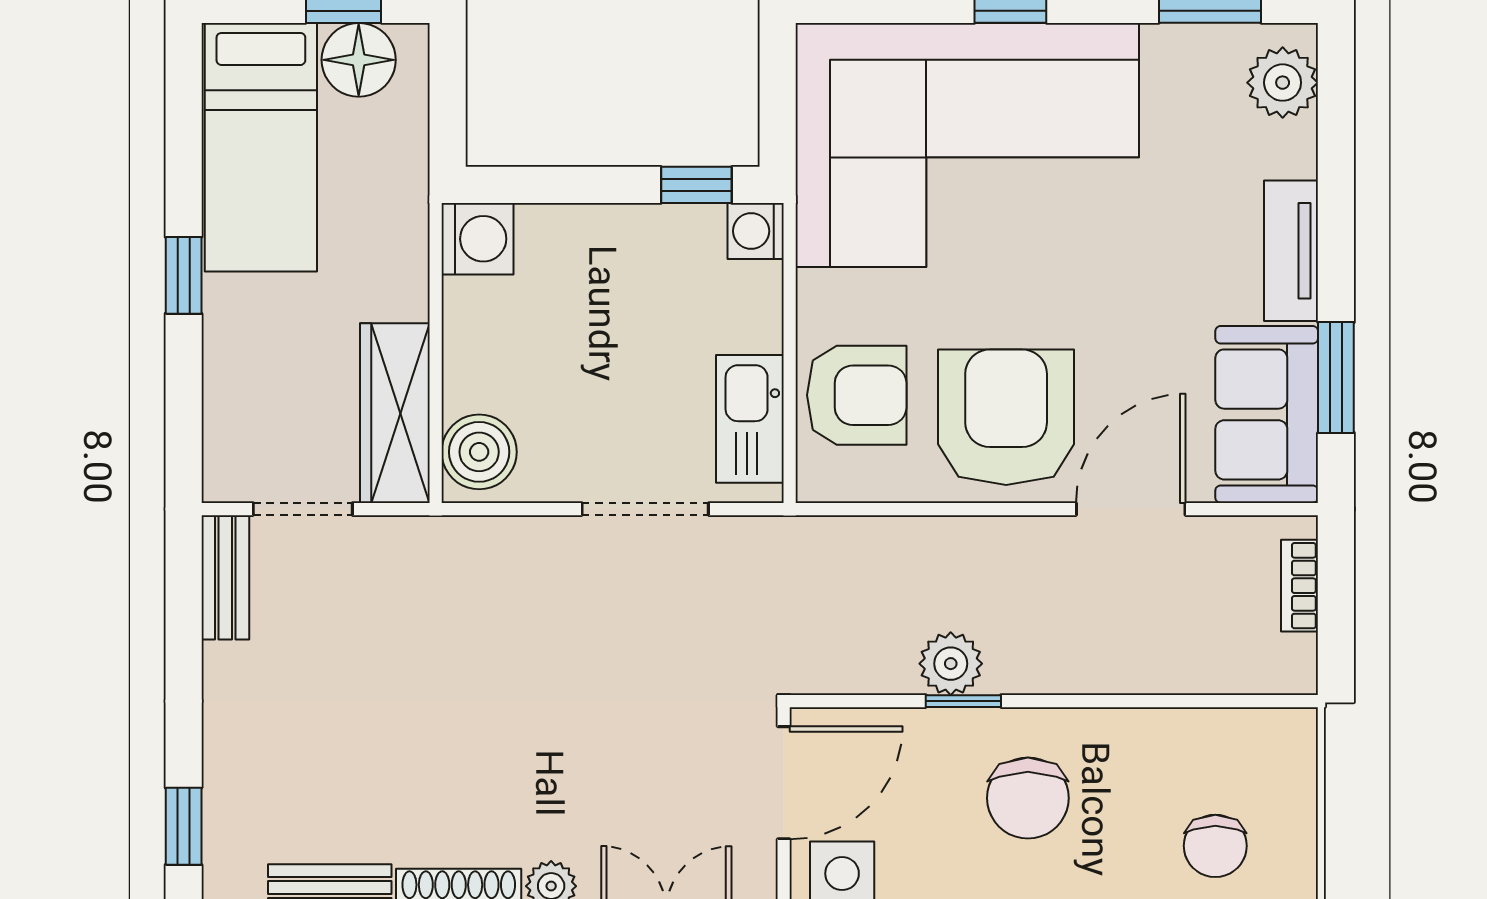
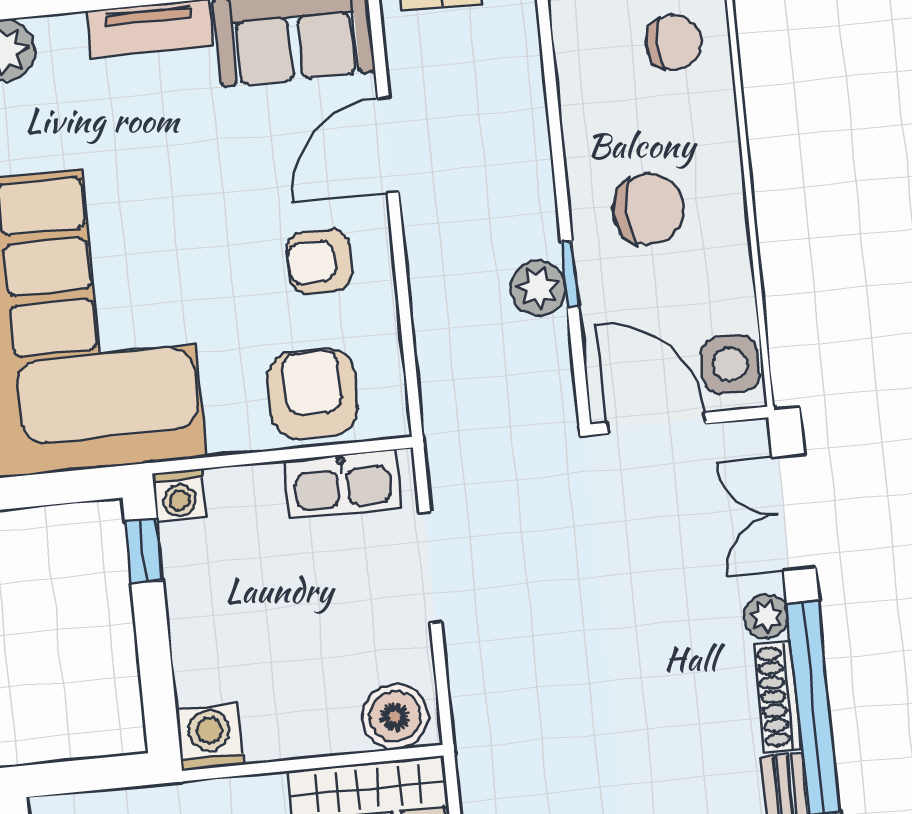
armchair: (1006, 417) -> (319, 261), width x0.53, depth x0.53
door: (1131, 509) -> (388, 145), hinge flipped

